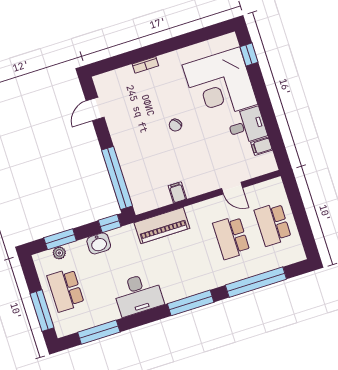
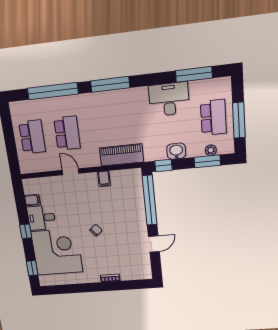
window: (264, 103) -> (26, 231), added
door: (95, 109) -> (154, 244), moved
door: (232, 188) -> (71, 172), moved
desk: (138, 294) -> (169, 99), moved
window: (42, 311) -> (239, 120), moved

